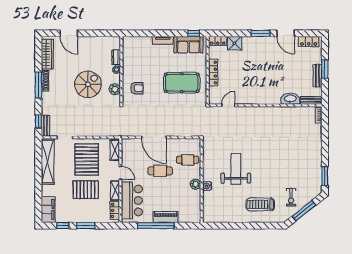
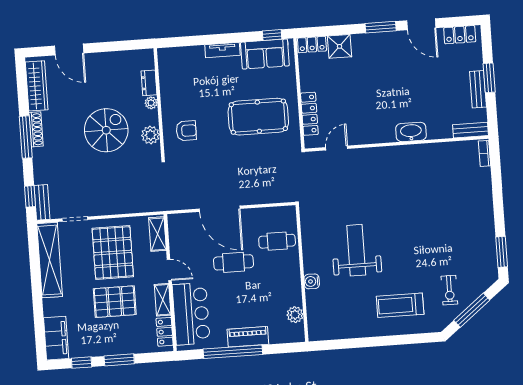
locker: (213, 73) -> (309, 114), moved
washbasin: (290, 99) -> (411, 132), moved
plant: (195, 184) -> (295, 315), moved

